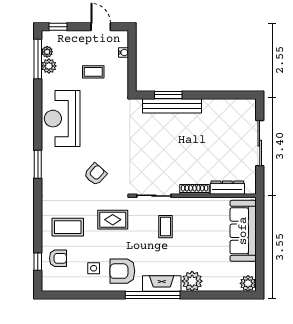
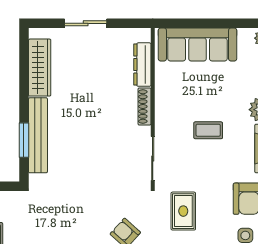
wardrobe: (225, 107) -> (40, 68), added
sliding door: (260, 143) -> (86, 23), width x0.73
coffee table: (165, 227) -> (208, 130), moved

